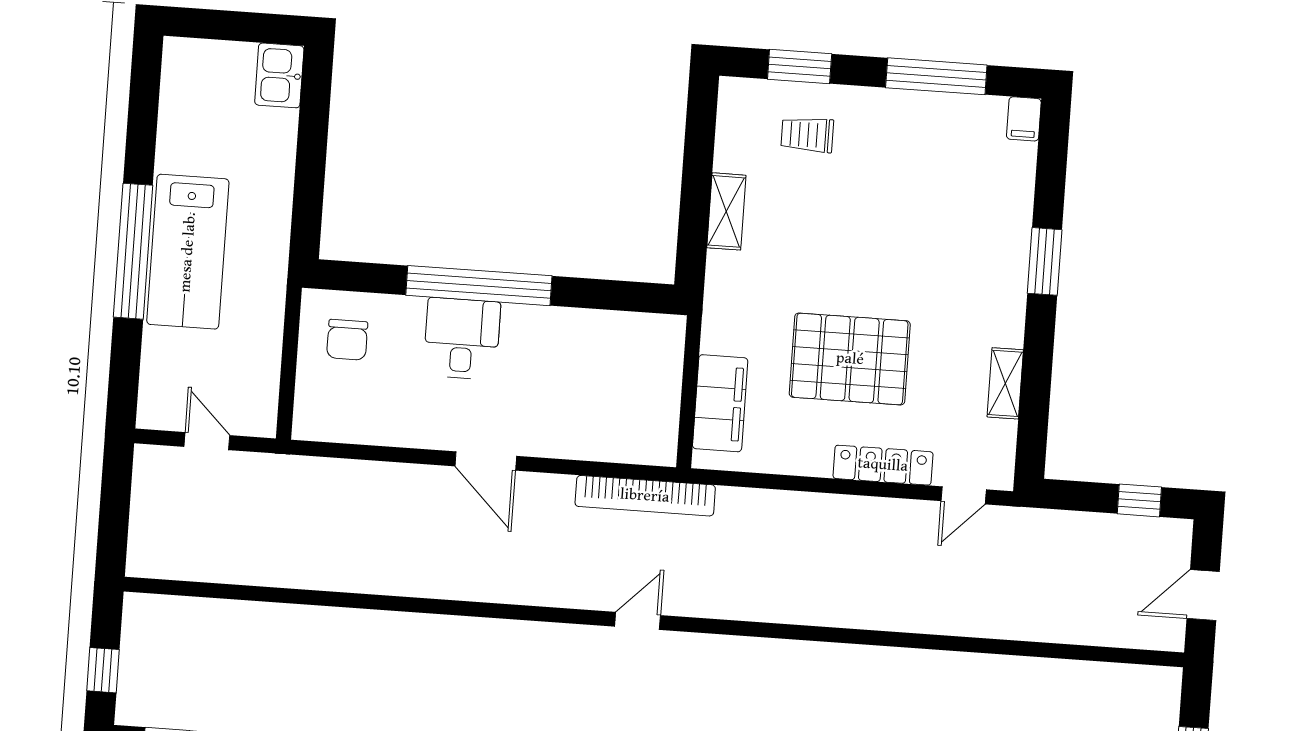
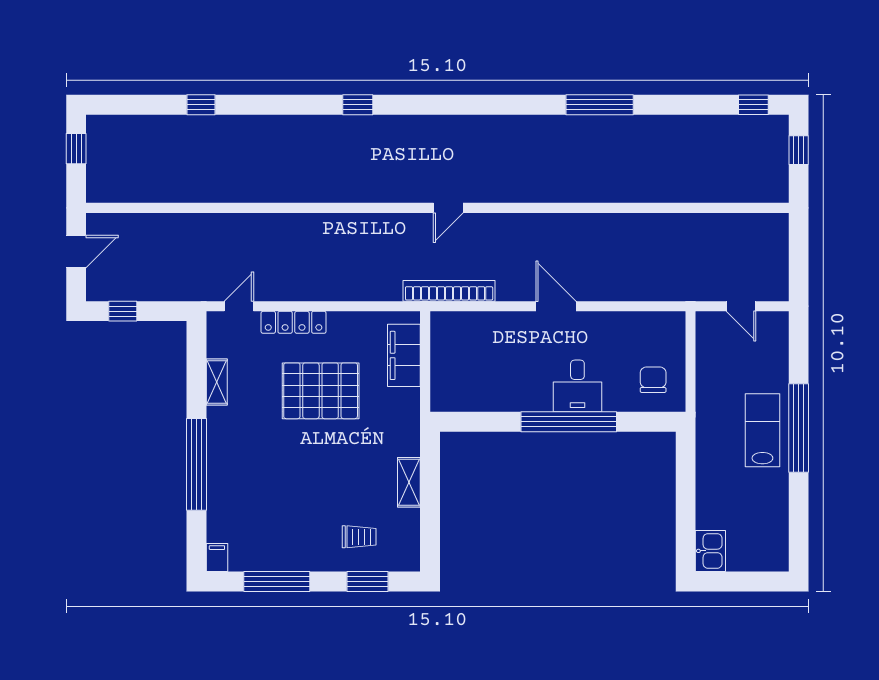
lab bench: (188, 252) -> (762, 430), width x0.73, depth x0.72
window: (1045, 261) -> (197, 464), width x2.11

